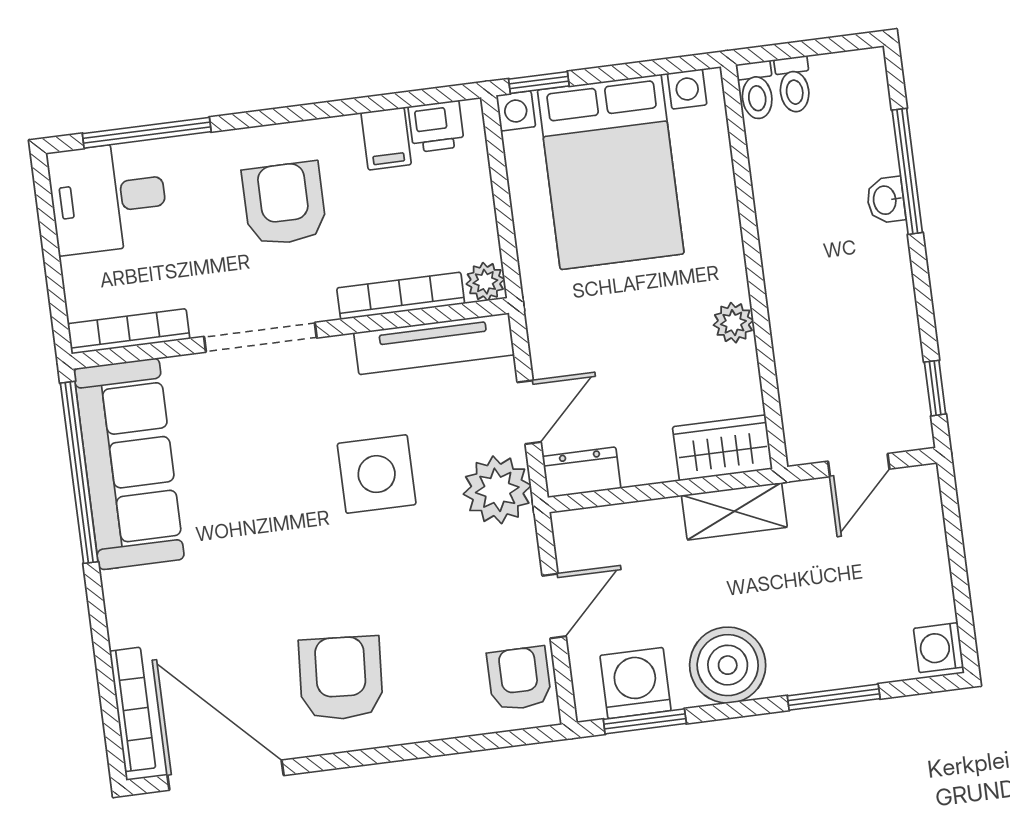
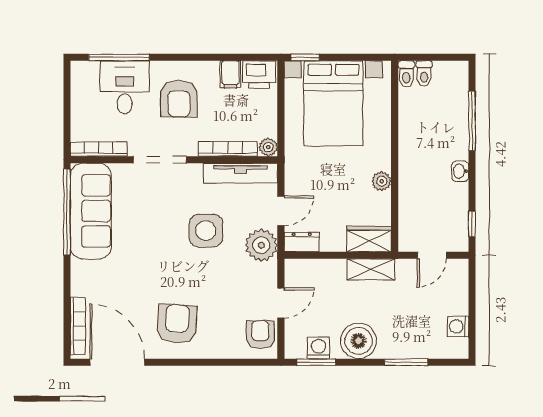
printer: (436, 126) -> (259, 74), width x1.36, depth x1.24
desk: (108, 198) -> (125, 87), moved, turned 90
washbasin: (886, 200) -> (460, 171), moved
armchair: (284, 204) -> (179, 99), turned 180
washing machine: (938, 648) -> (458, 326), moved
washing machine: (635, 683) -> (319, 348), width x0.73, depth x0.73

